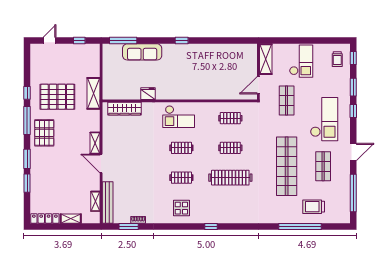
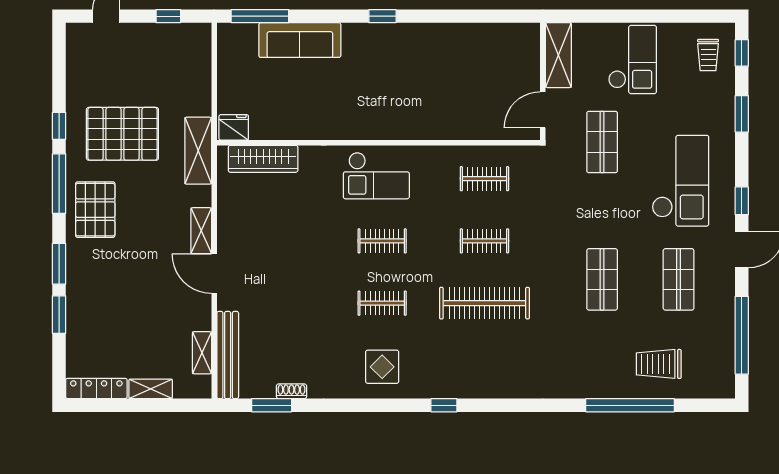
shelving: (94, 93) -> (198, 151), moved
fridge: (148, 94) -> (234, 127), moved
window: (353, 111) -> (742, 201), moved
shop shelf: (287, 166) -> (602, 279), width x0.50, depth x0.74

